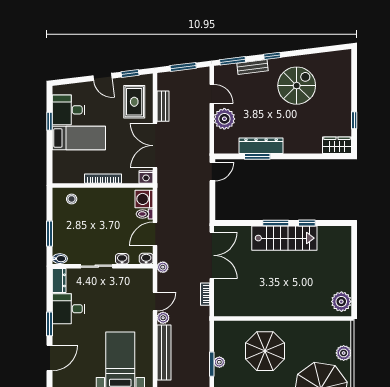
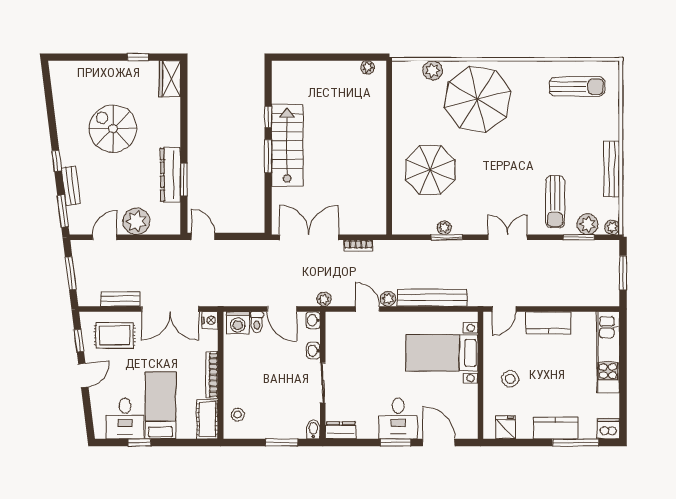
spiral stairs: (297, 86) -> (113, 129), moved
cot: (68, 175) -> (207, 419), added
plant: (341, 302) -> (368, 67), width x0.53, depth x0.53
desk: (69, 309) -> (398, 418), moved

